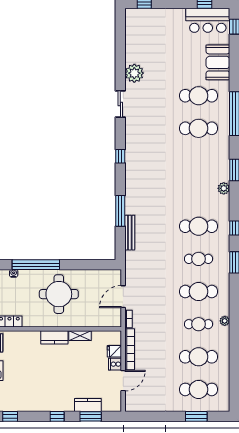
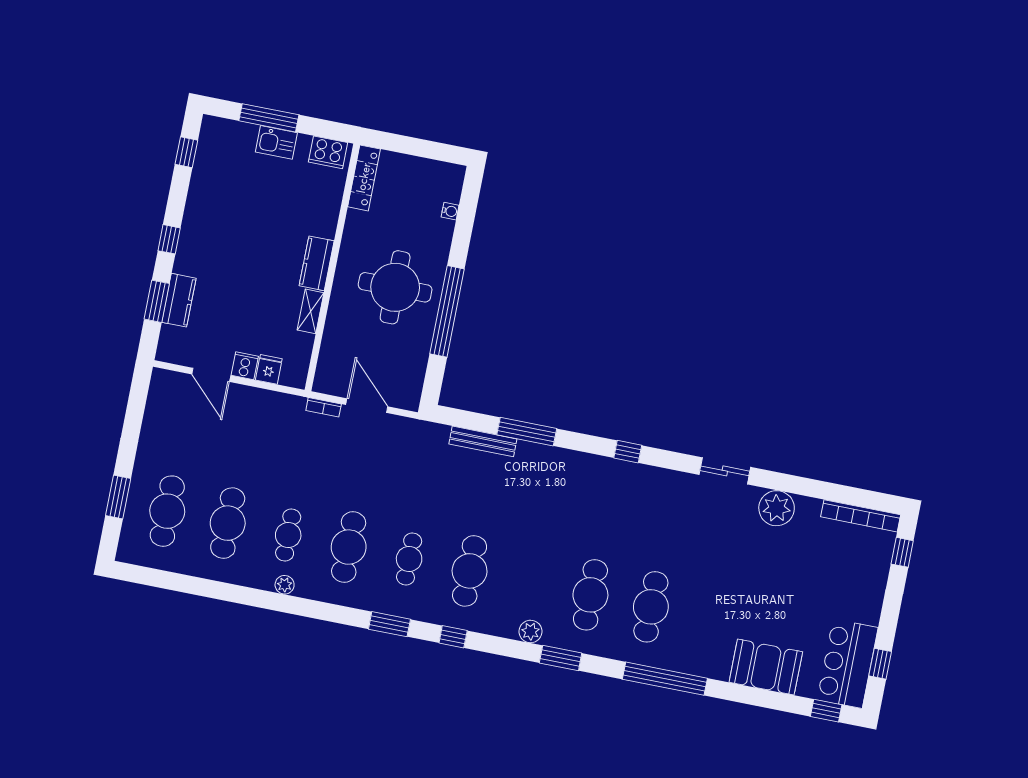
cafe table: (199, 96) -> (590, 595), moved
window: (36, 265) -> (447, 311), moved
bookcase: (130, 349) -> (861, 516), moved

